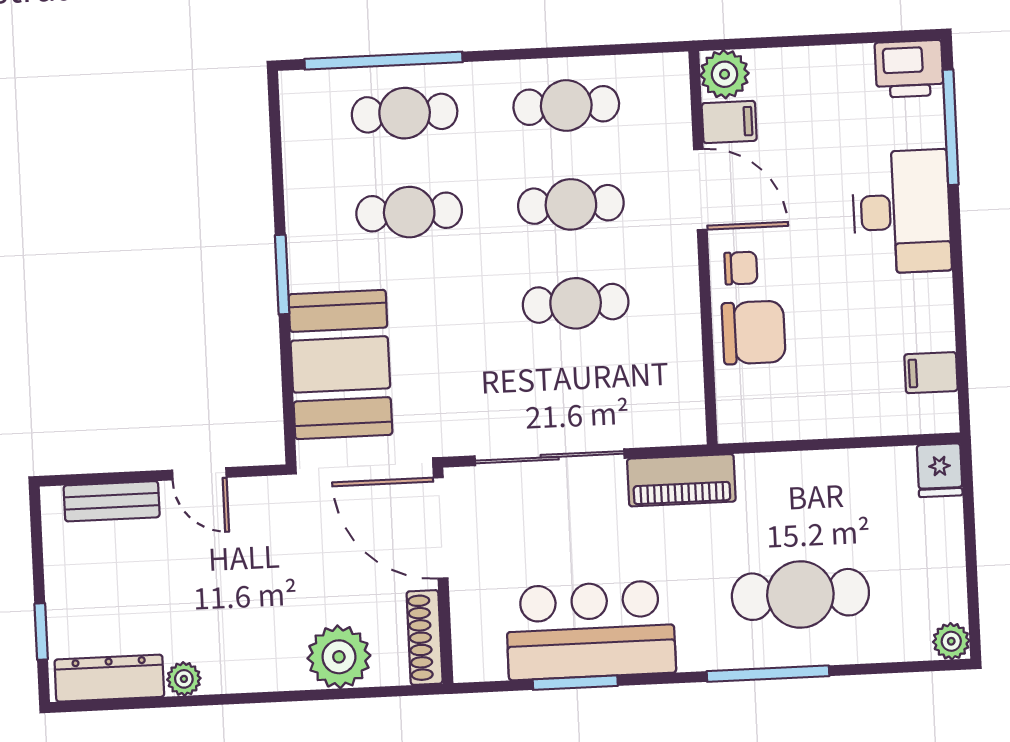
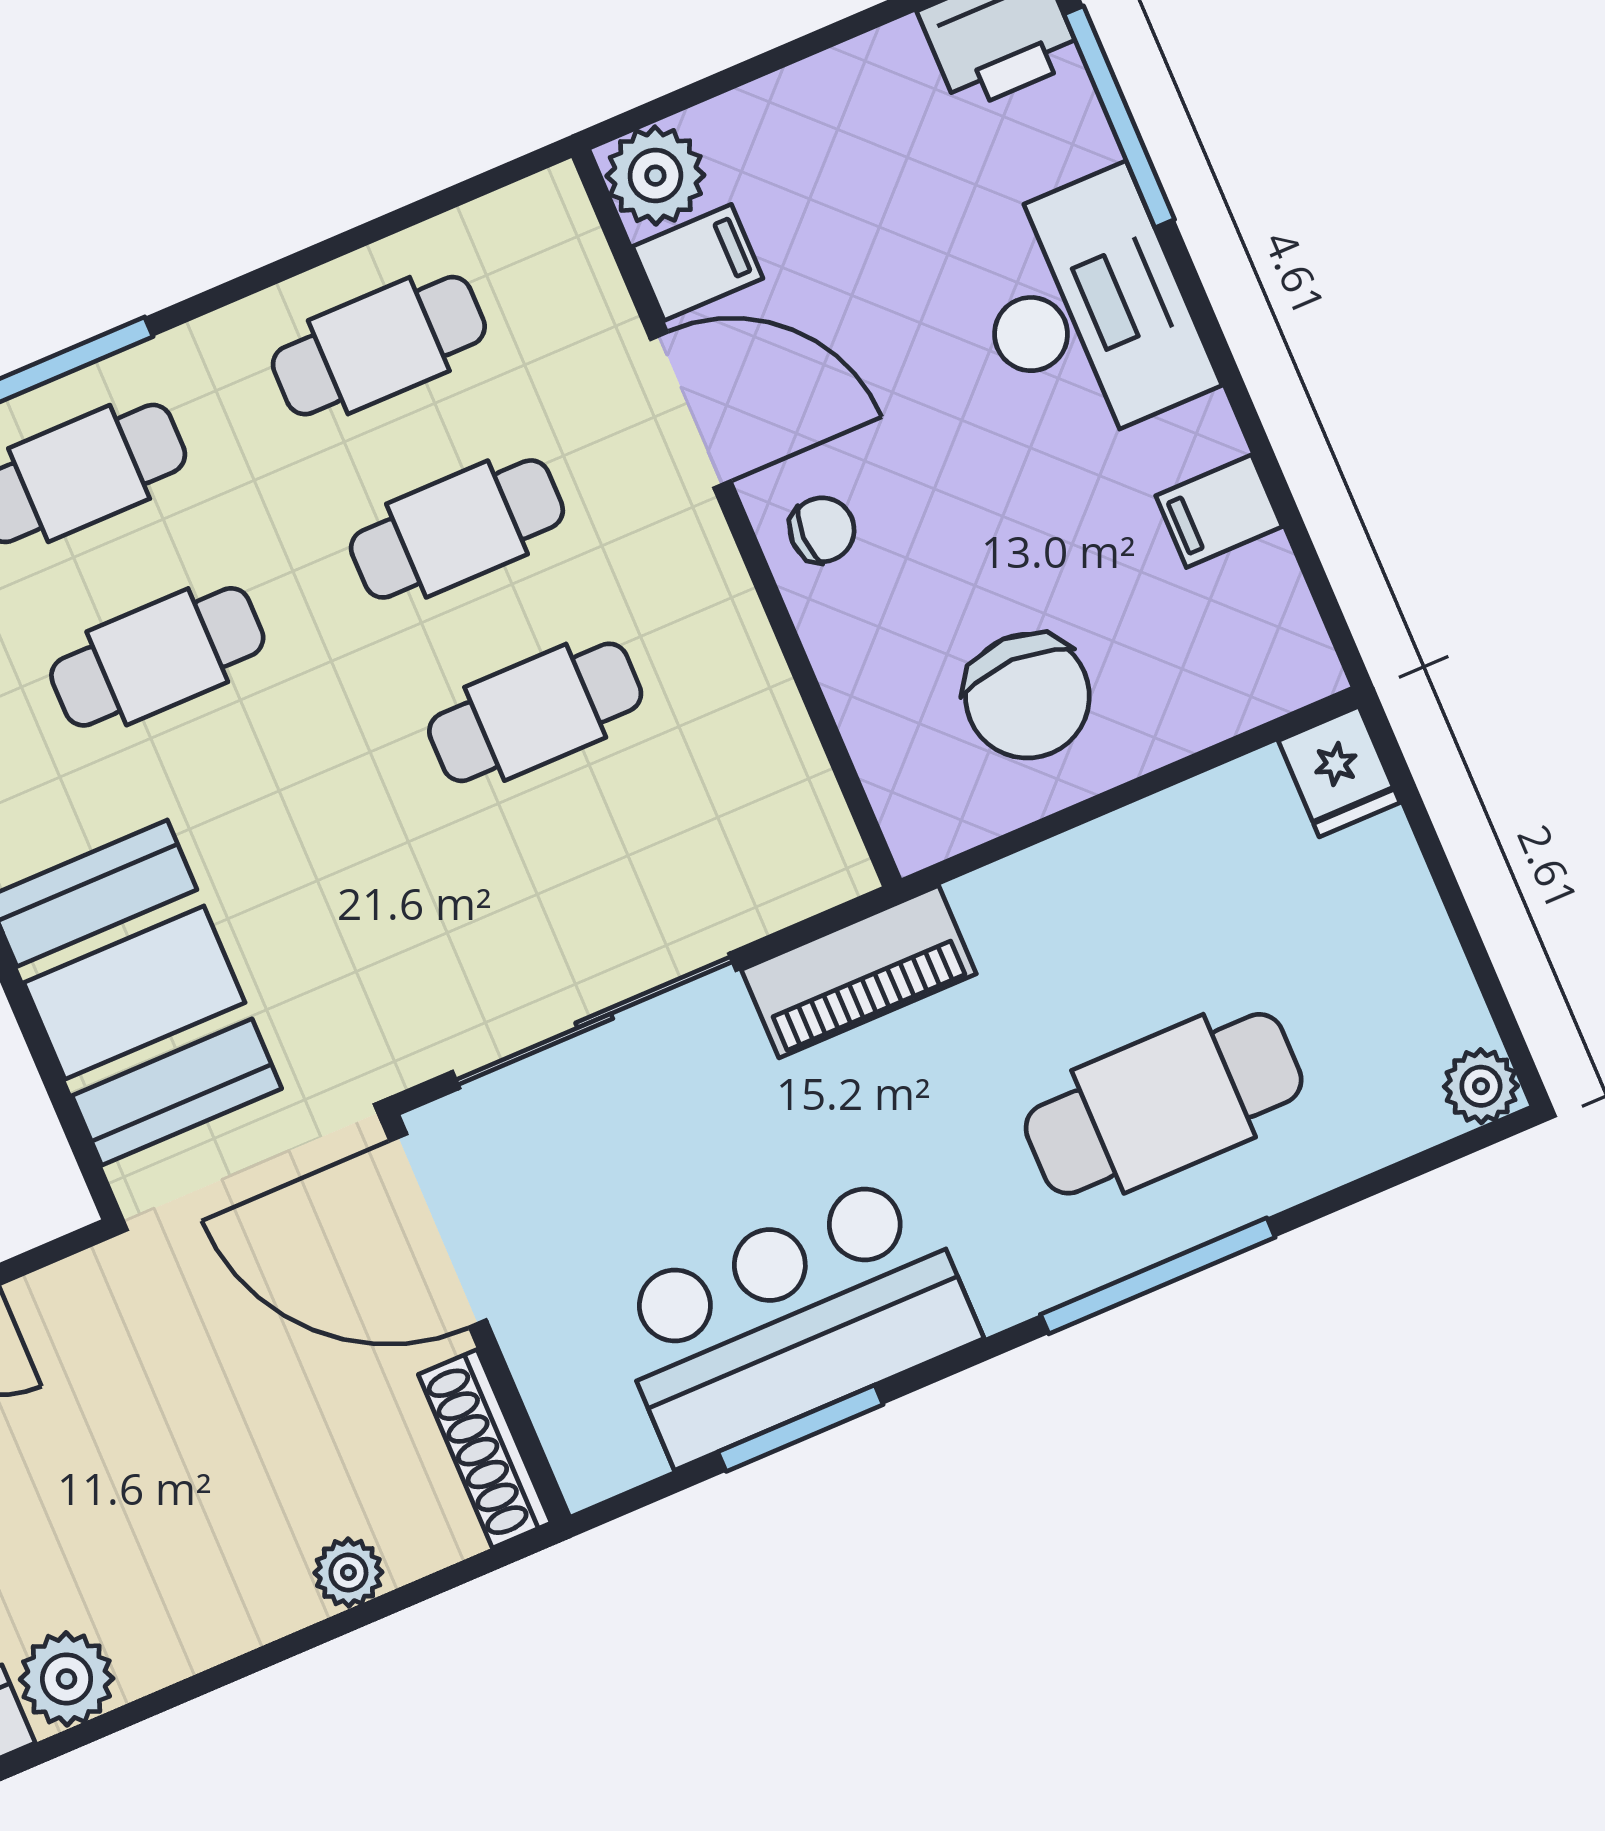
chair: (754, 332) -> (1027, 696), moved, turned 90
filing cabinet: (931, 373) -> (1219, 511), moved
plant: (339, 657) -> (348, 1573), width x0.53, depth x0.53
plant: (184, 679) -> (67, 1679), width x1.38, depth x1.38

